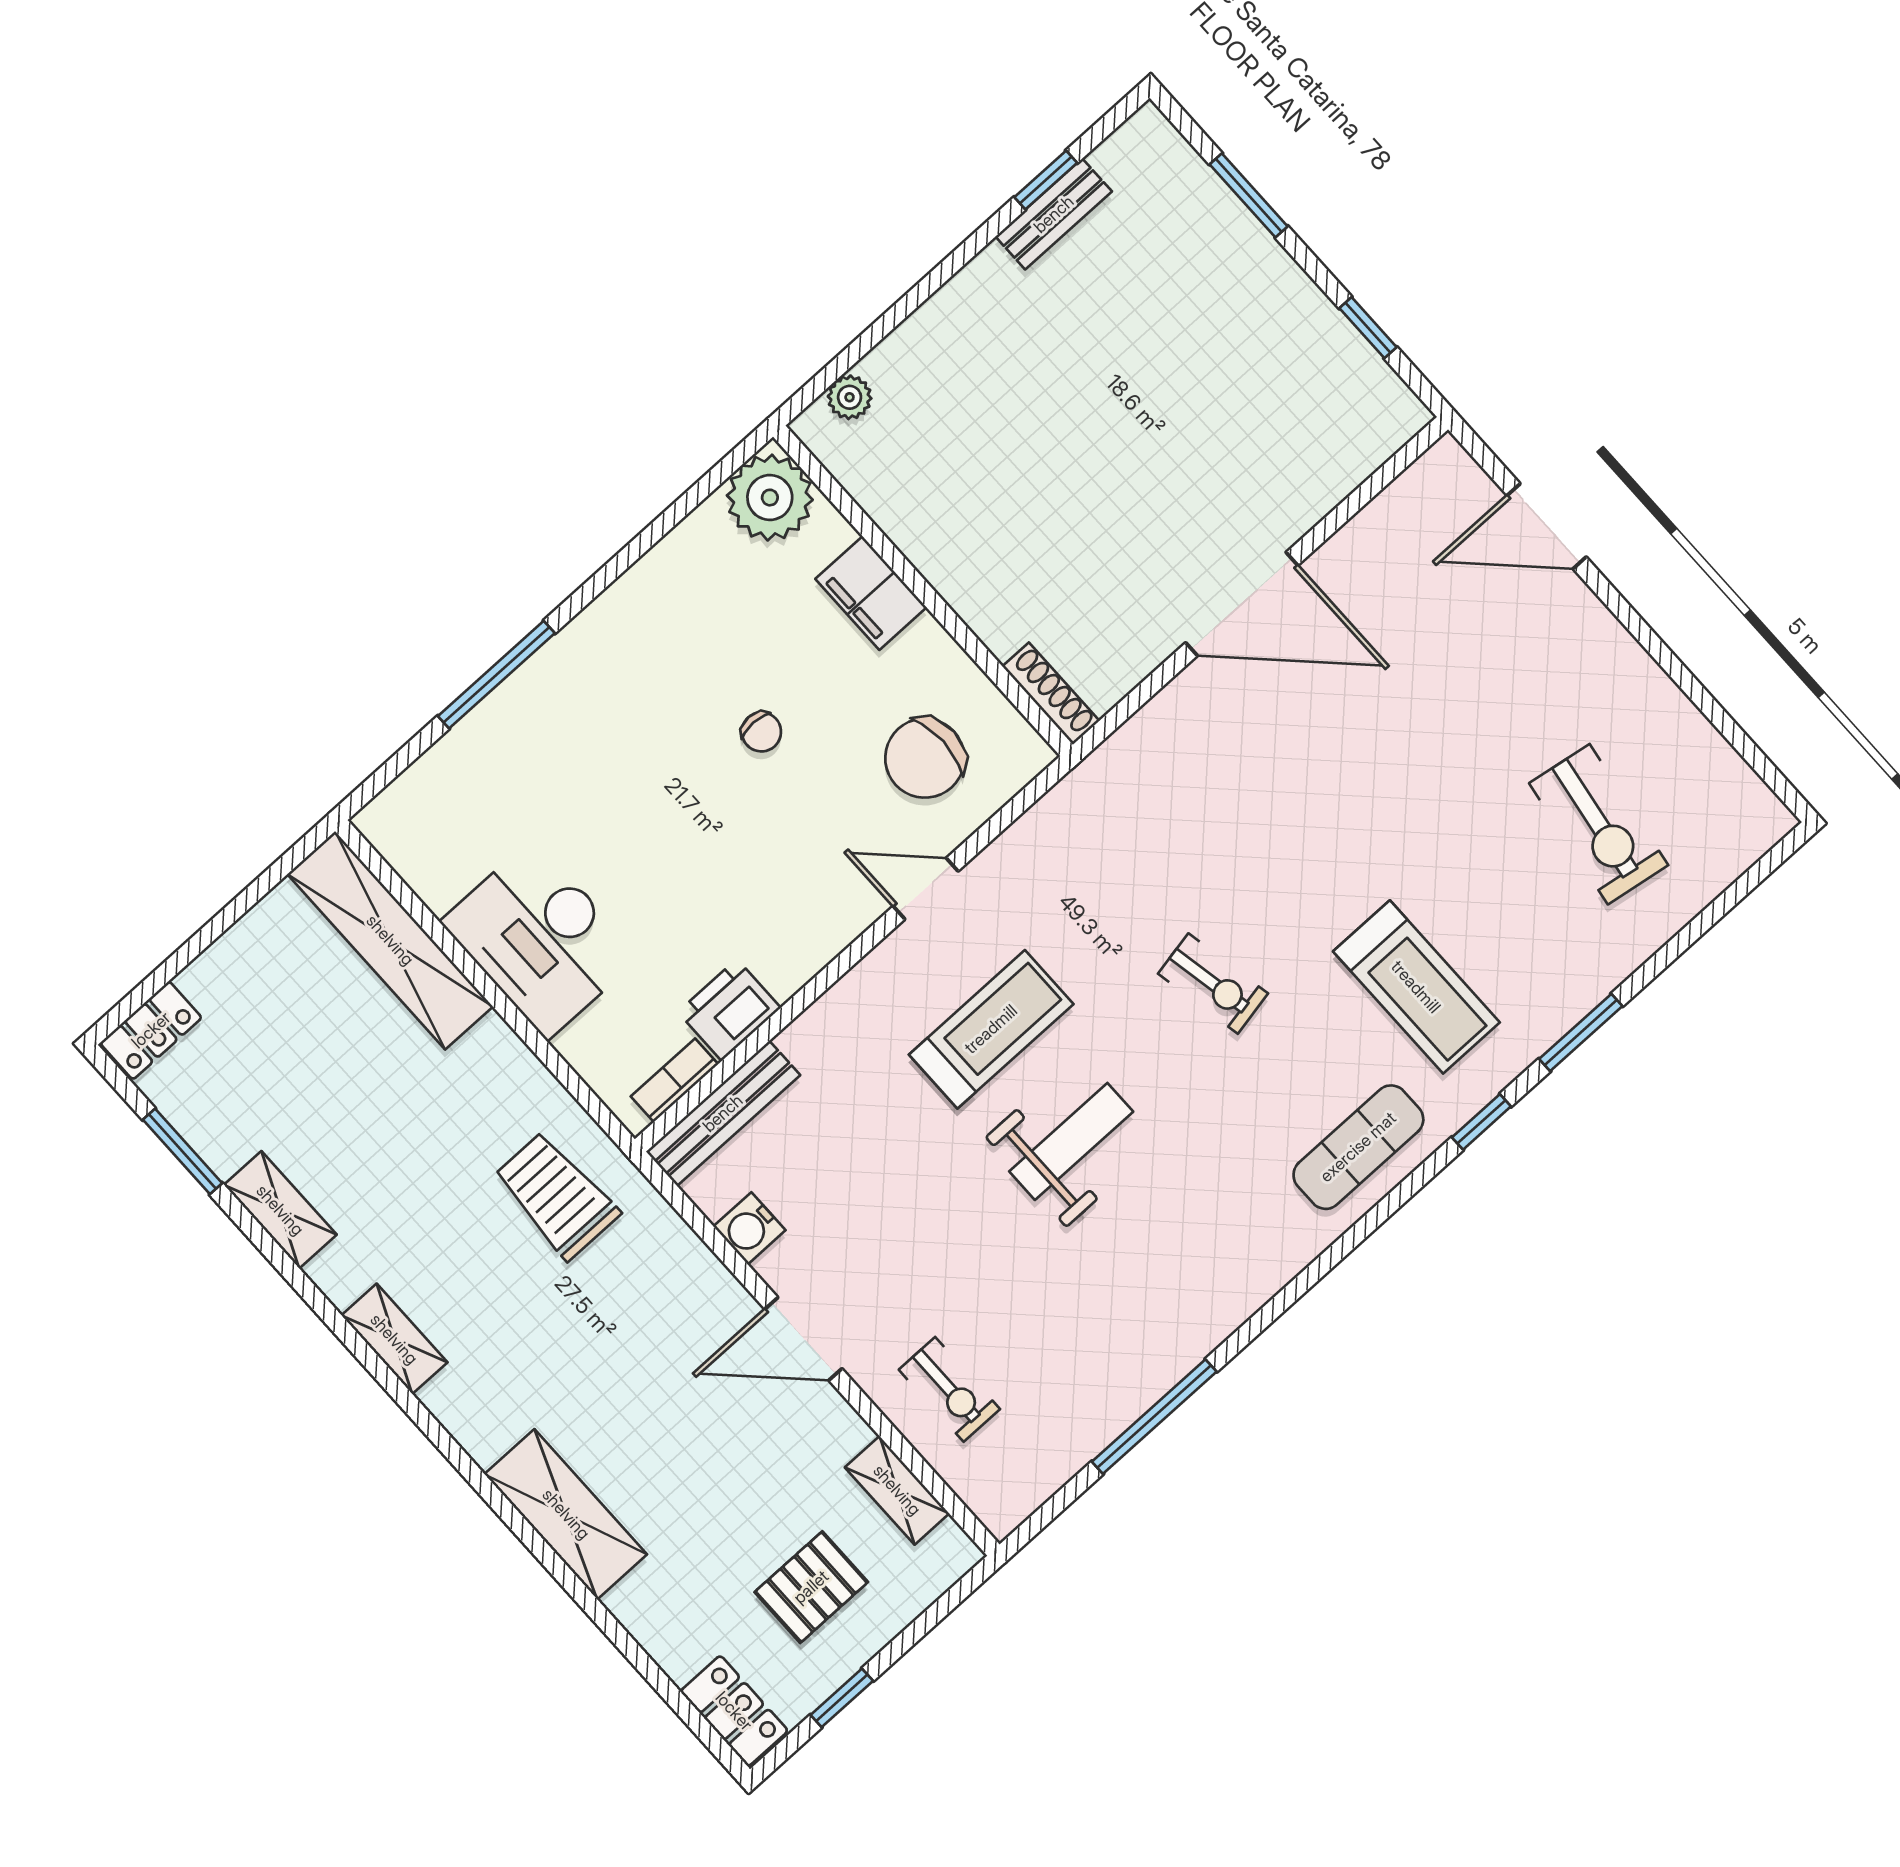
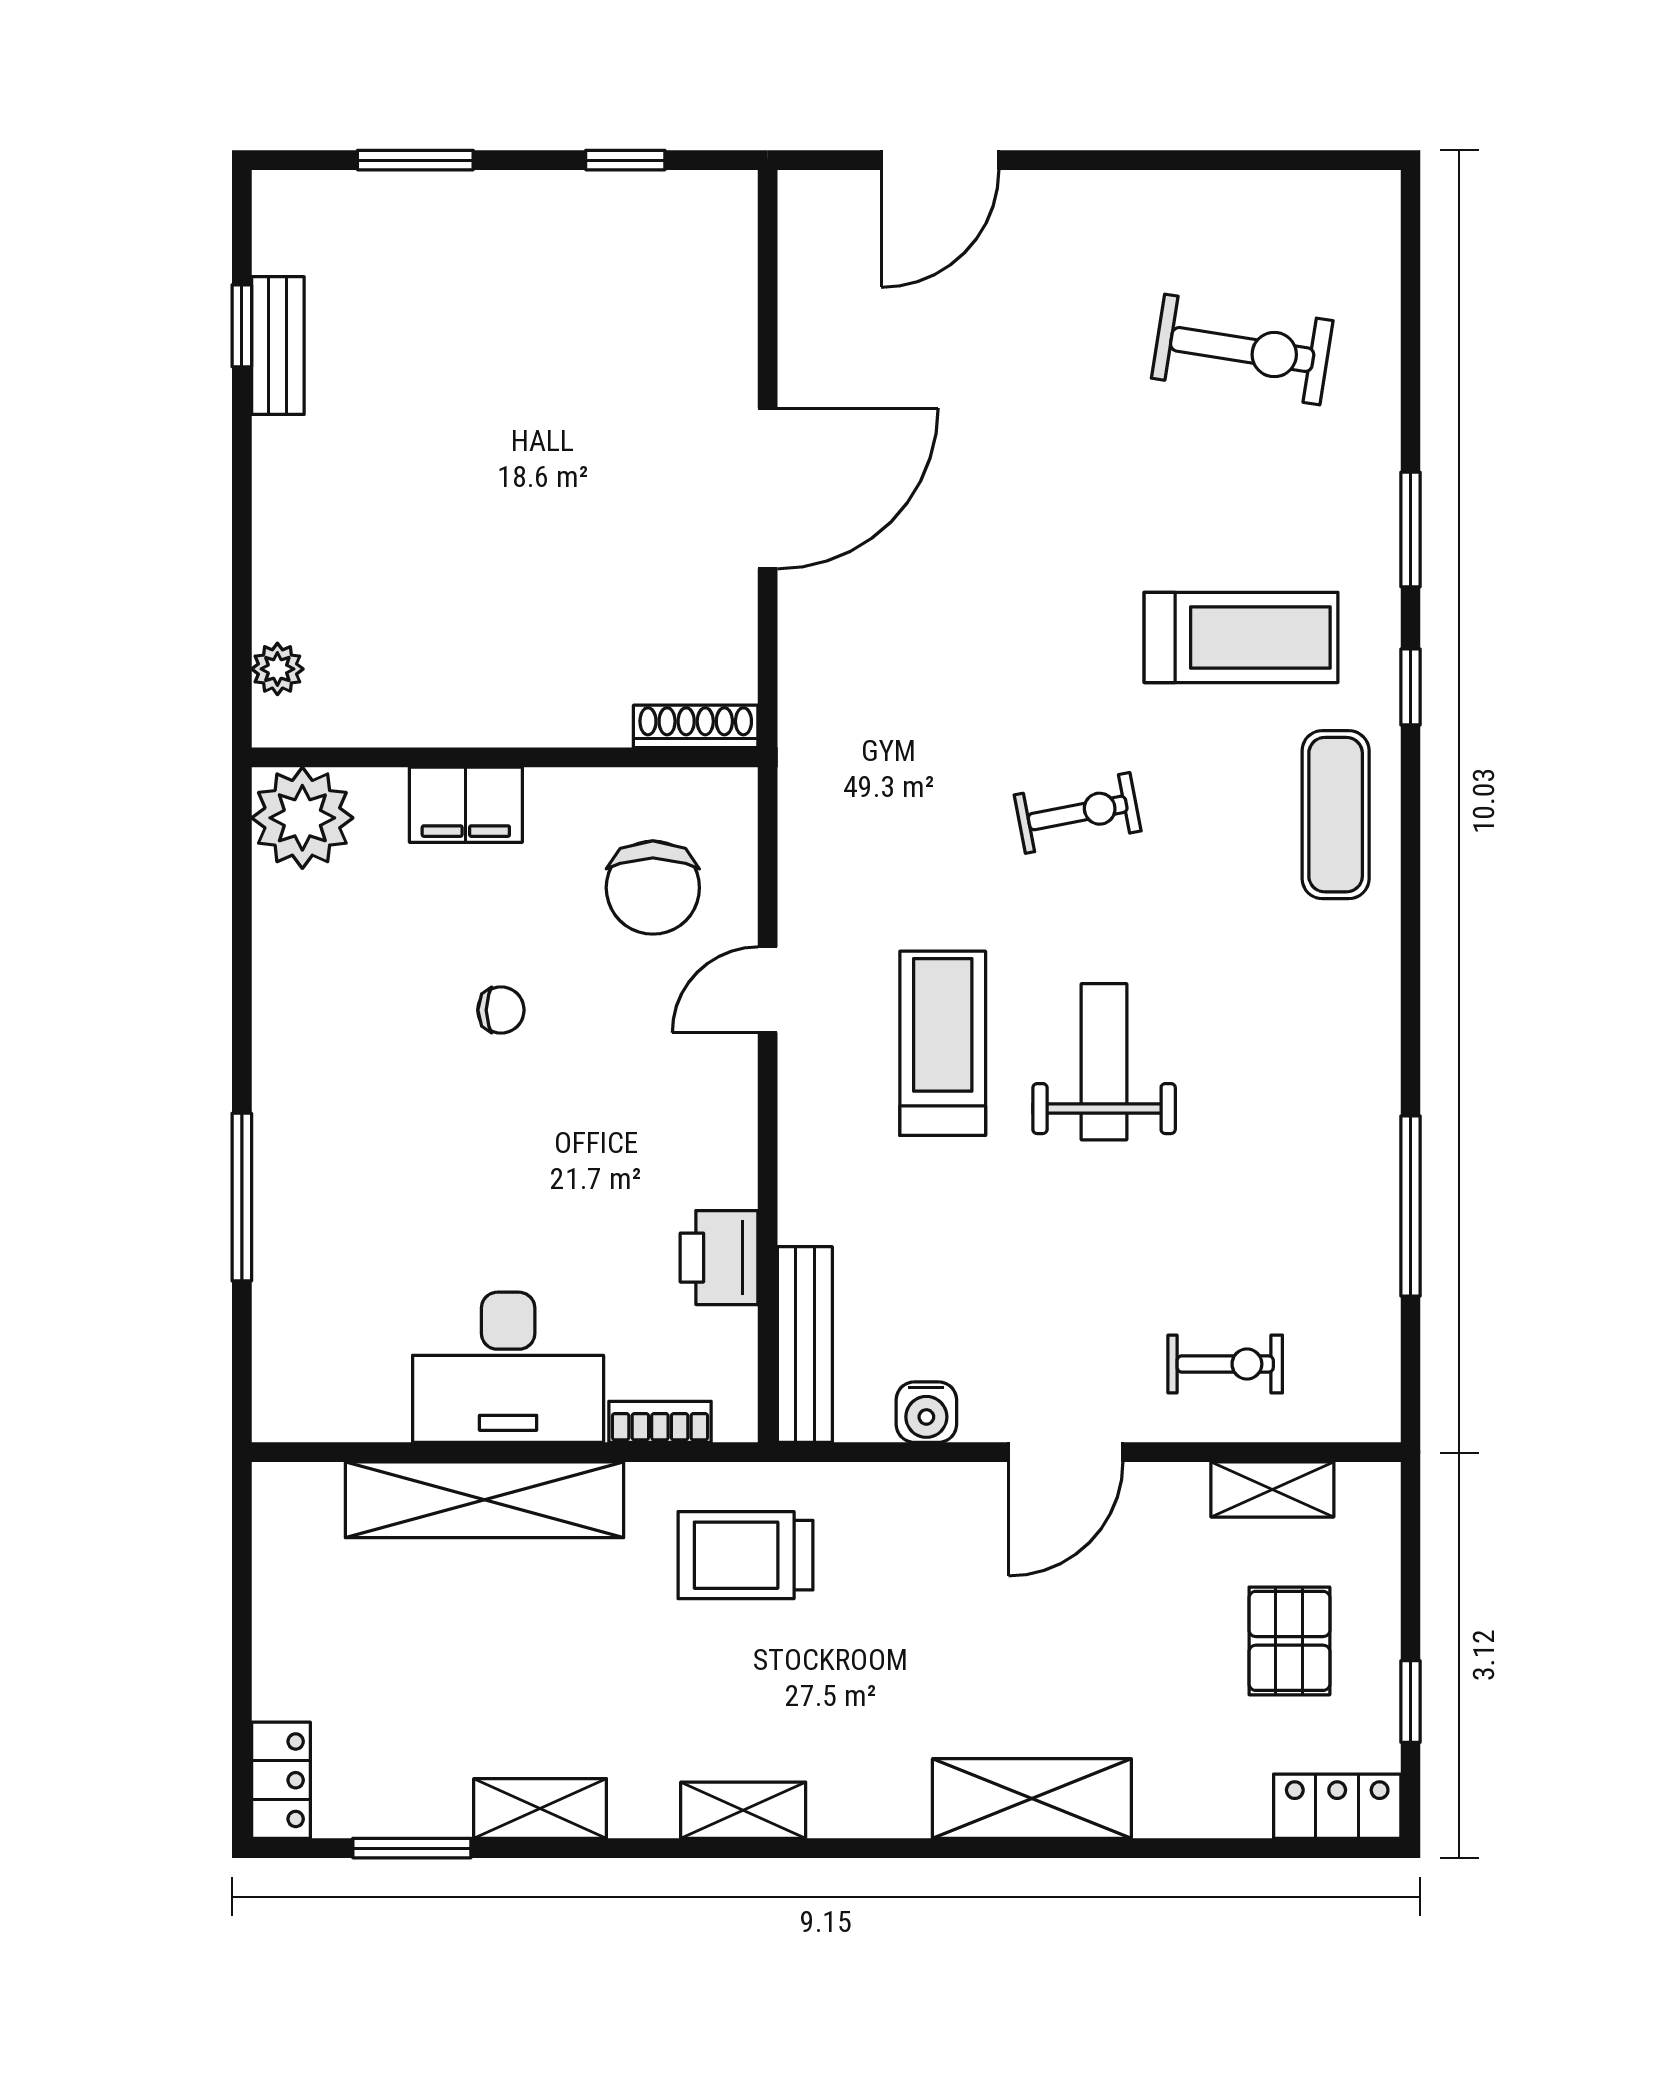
shelving: (390, 940) -> (484, 1500), moved
bookcase: (674, 1080) -> (660, 1422), moved, turned 90

